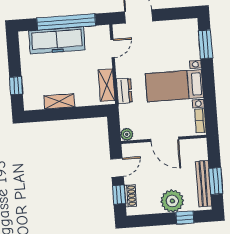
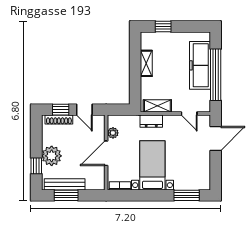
plant: (127, 134) -> (113, 133), moved
shoe rack: (130, 196) -> (59, 120), width x1.43

